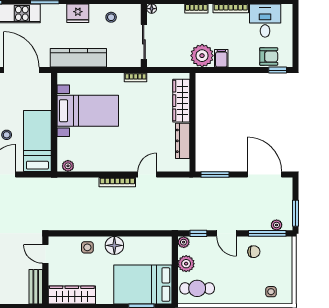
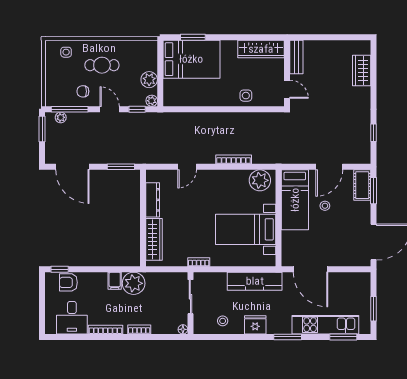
plant: (68, 166) -> (260, 180), width x1.88, depth x1.88
bookcase: (117, 182) -> (234, 159), moved
floor lamp: (114, 245) -> (219, 97), removed
cafe table: (197, 288) -> (102, 65), moved

